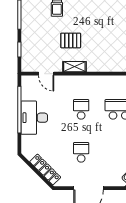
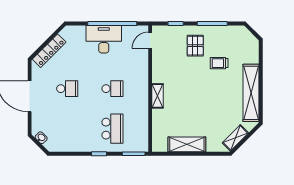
pallet: (71, 40) -> (195, 46), moved
shelving: (74, 67) -> (157, 96), moved
door: (46, 74) -> (150, 40), moved

